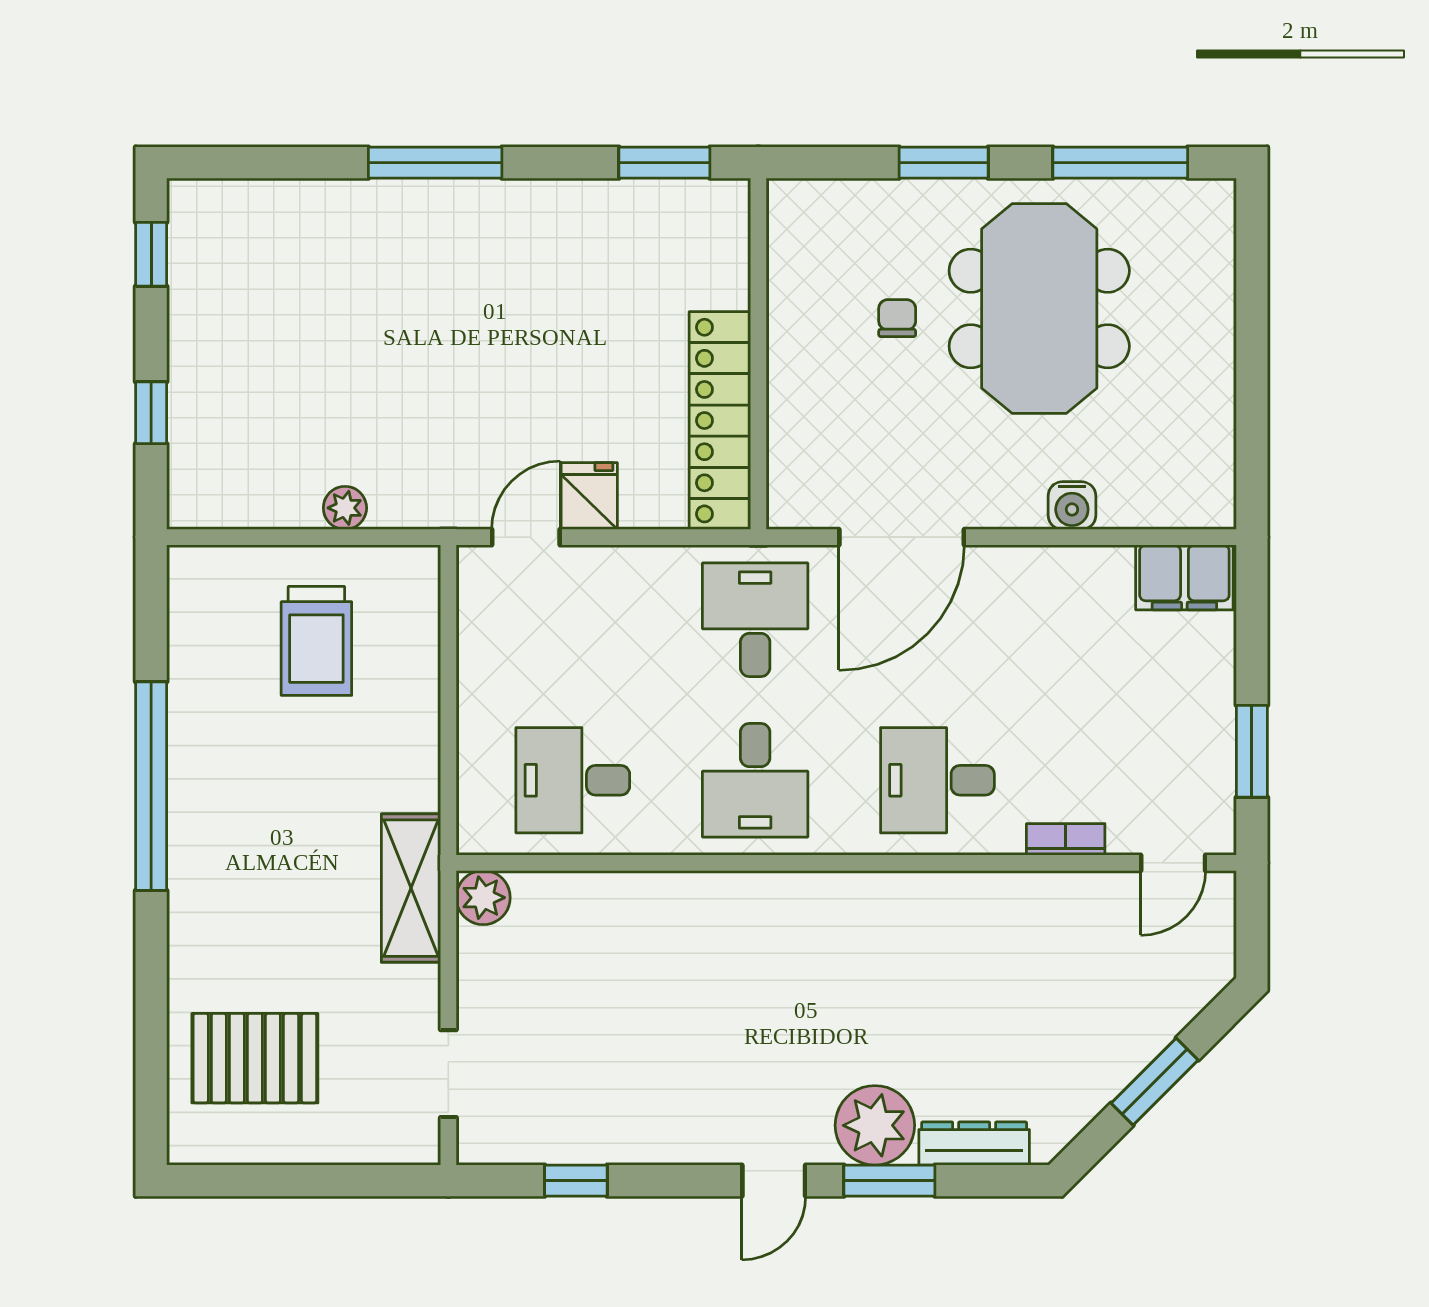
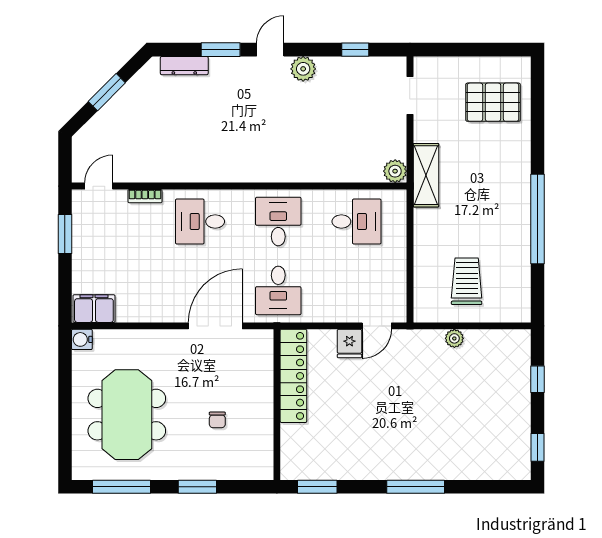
meeting table: (1039, 308) -> (127, 415), moved
water cooler: (1072, 506) -> (82, 339), moved, turned -90
desk: (937, 780) -> (200, 222), turned 180
plant: (875, 1125) -> (303, 69), moved, width x0.73, depth x0.73

